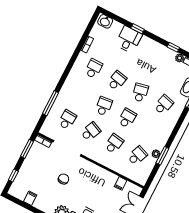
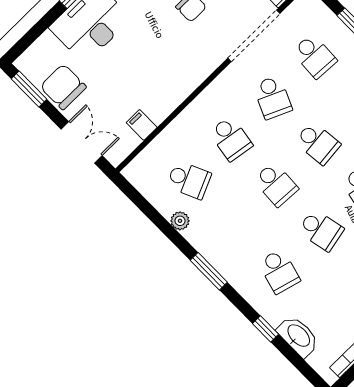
school desk: (137, 156) -> (189, 180), turned -45
window: (162, 156) -> (209, 271), moved

